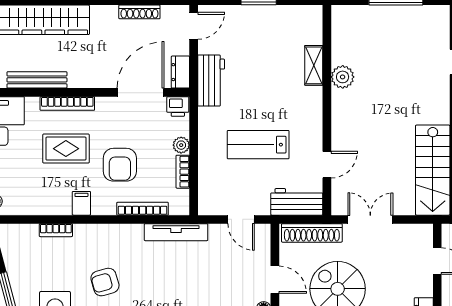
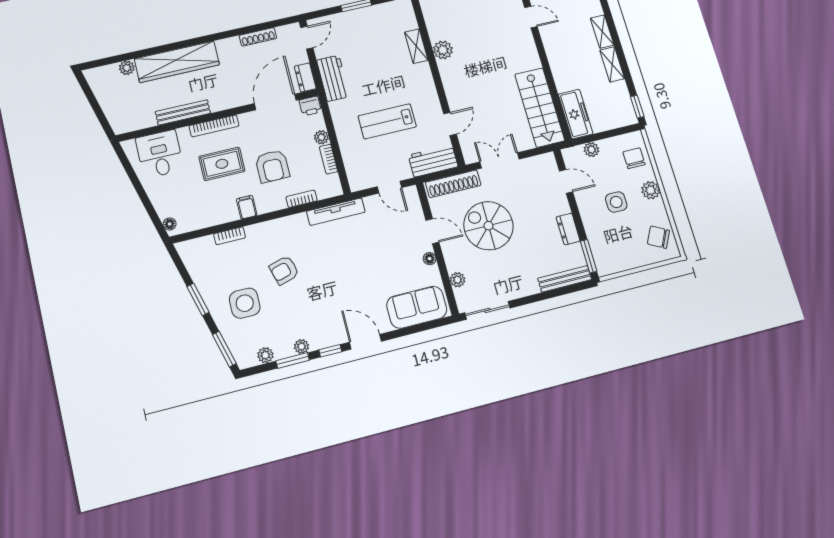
bookcase: (143, 209) -> (302, 199), width x0.64

